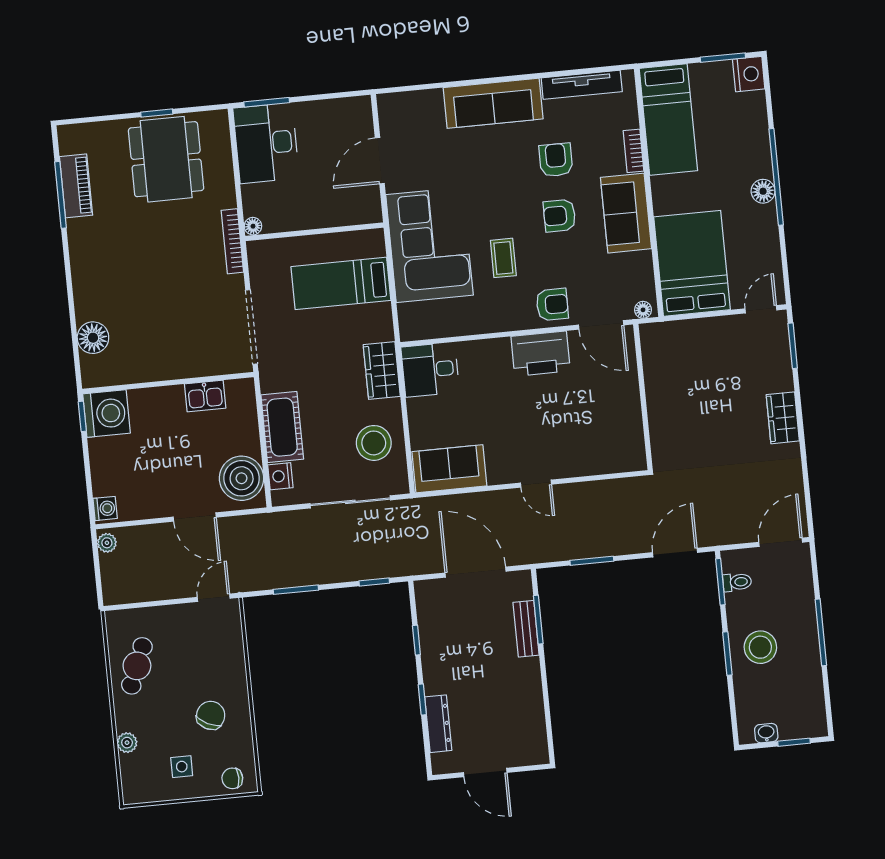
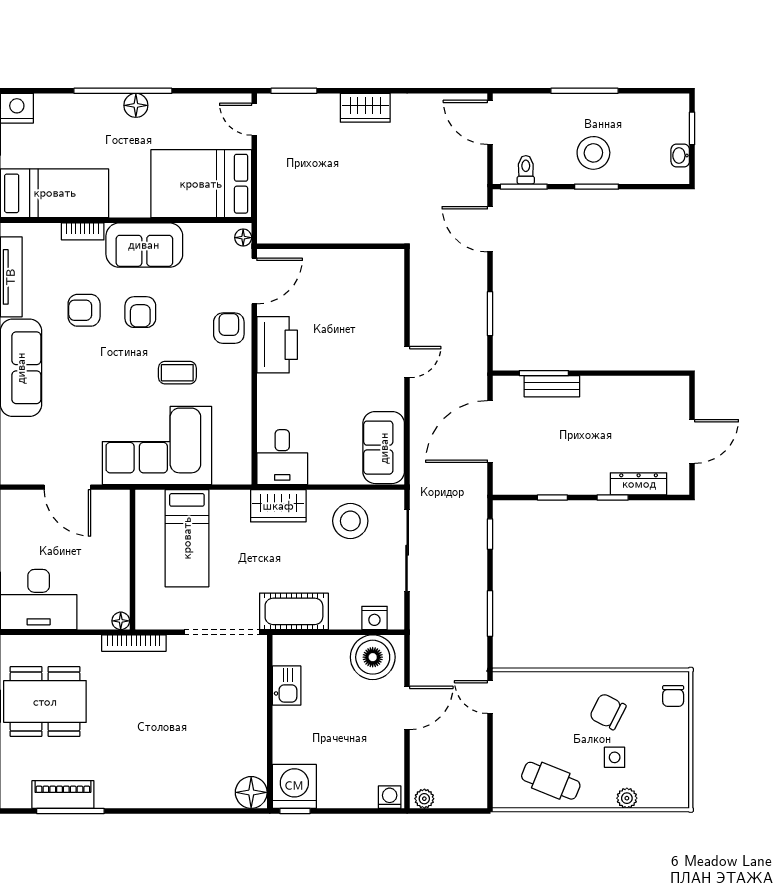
floor lamp: (93, 338) -> (251, 792), moved
cot: (282, 427) -> (294, 611), moved
side table: (182, 767) -> (615, 757), moved

